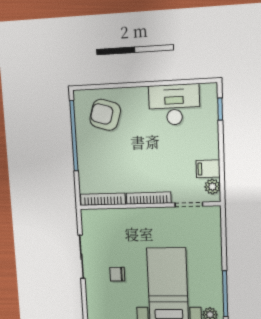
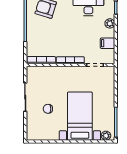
plant: (212, 187) -> (110, 23), moved

